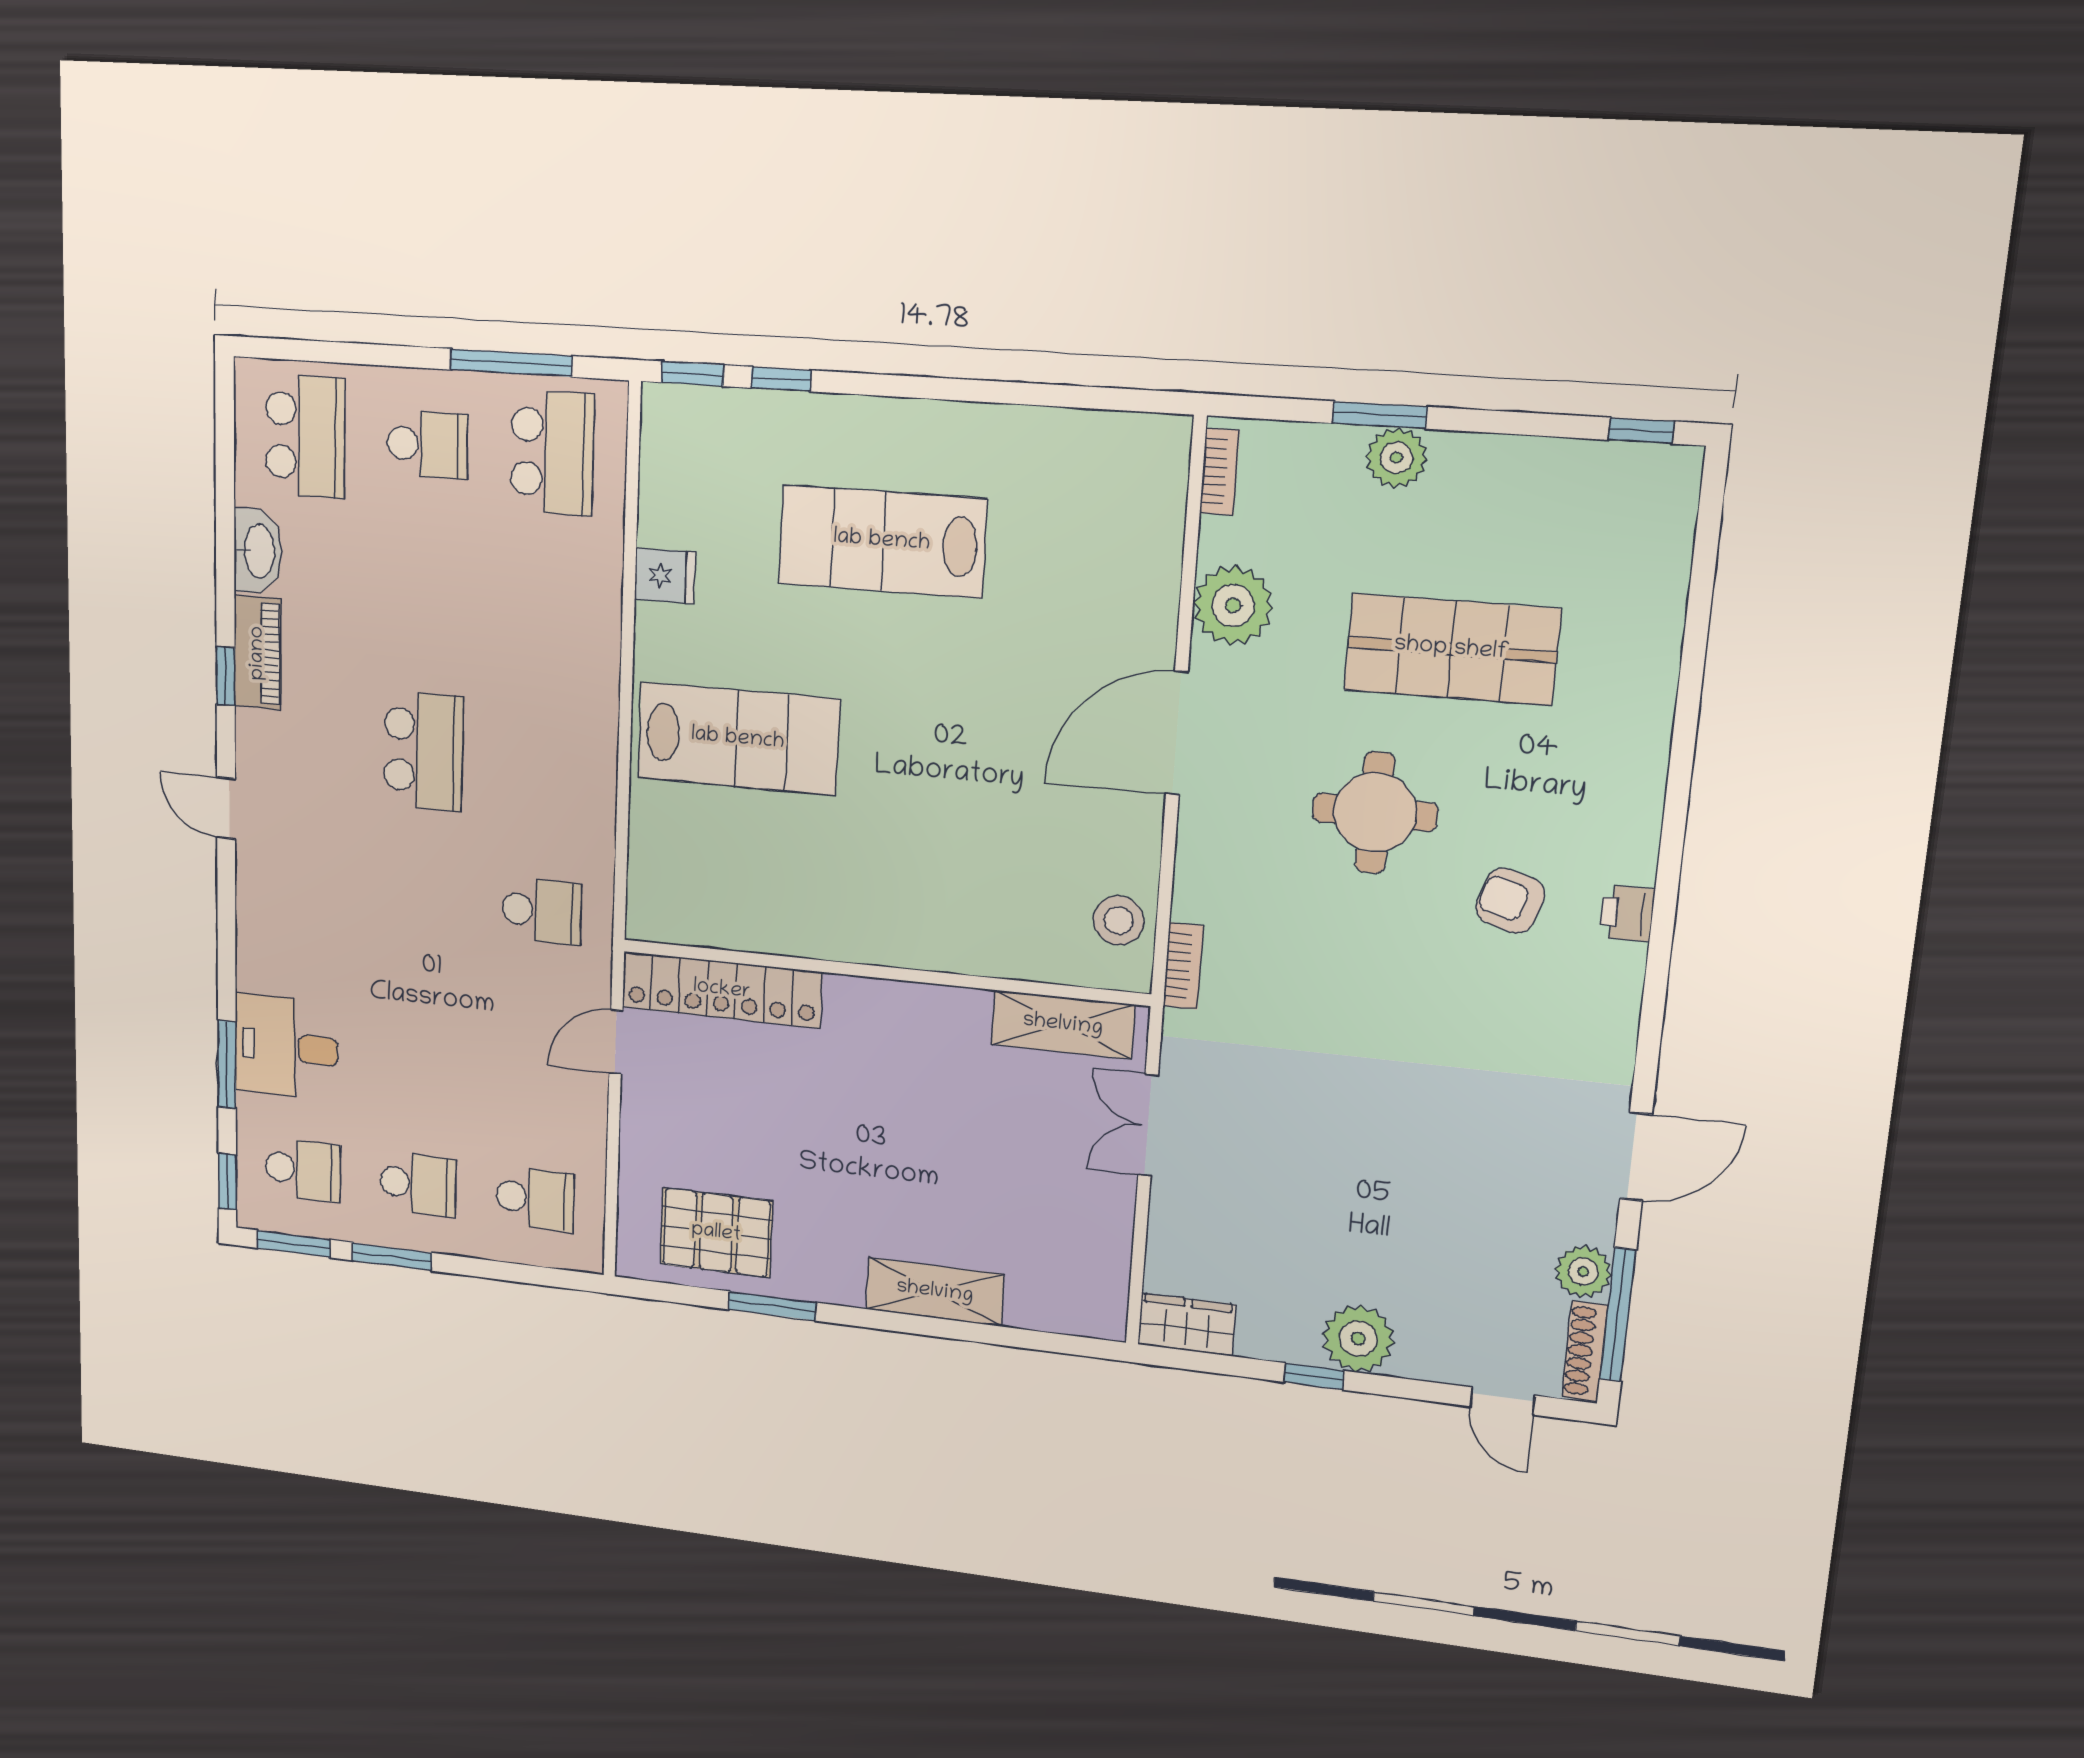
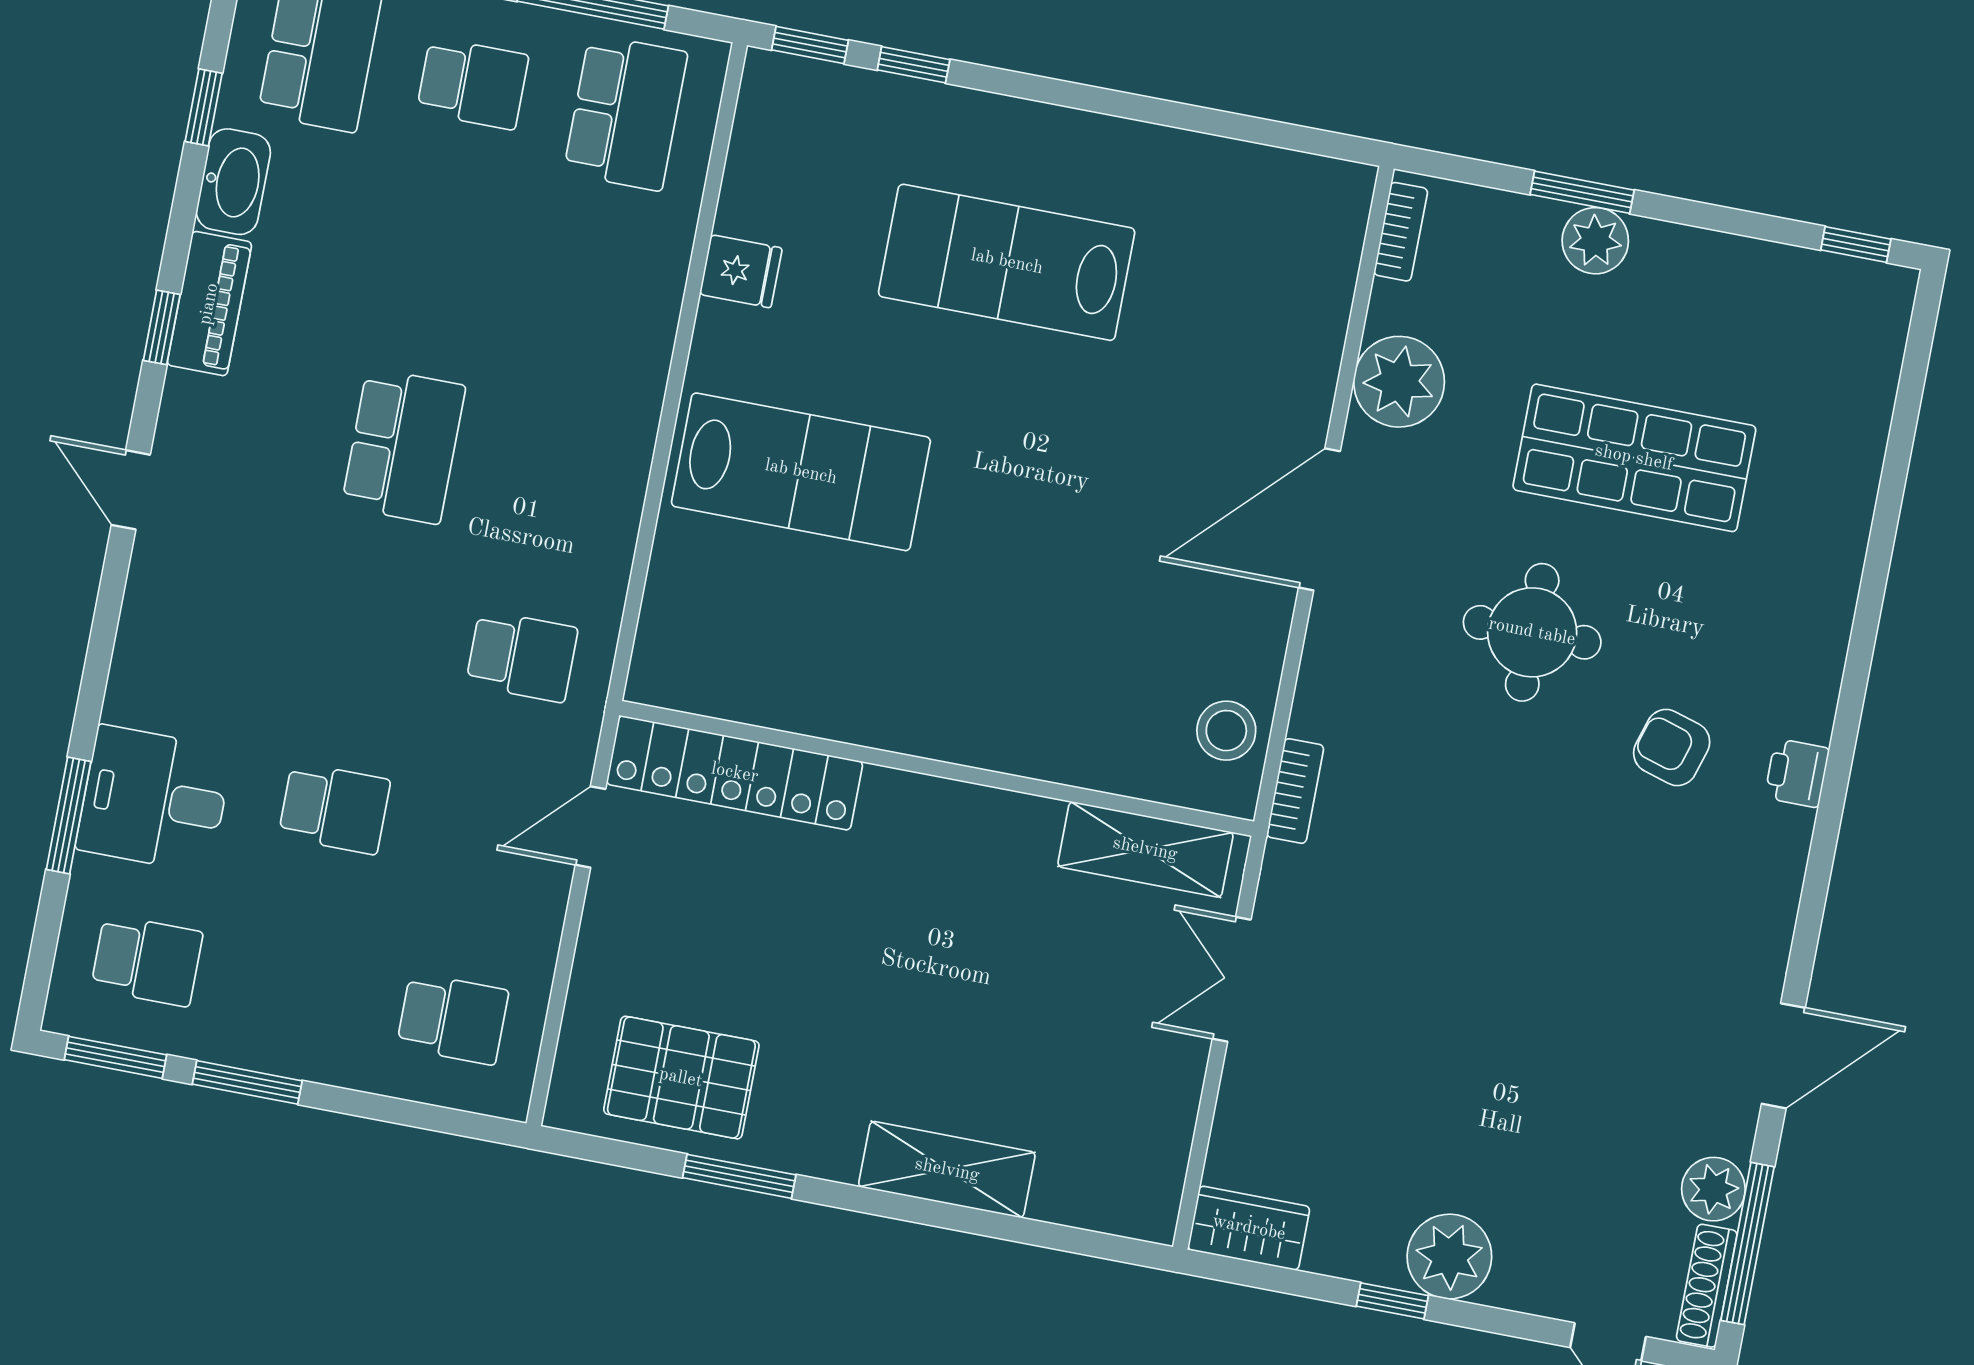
window: (227, 1182) -> (204, 107), moved
school desk: (418, 1184) -> (334, 808), moved

